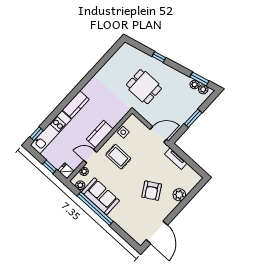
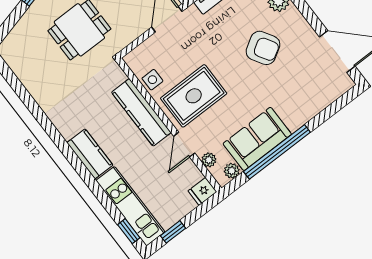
kitchen counter: (100, 134) -> (141, 112), width x1.50
rug: (118, 157) -> (194, 96), width x1.36, depth x1.43
window: (50, 167) -> (173, 232), moved

